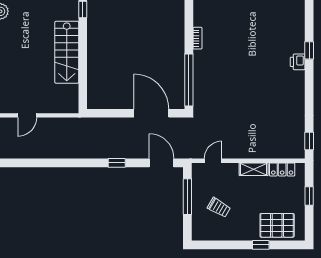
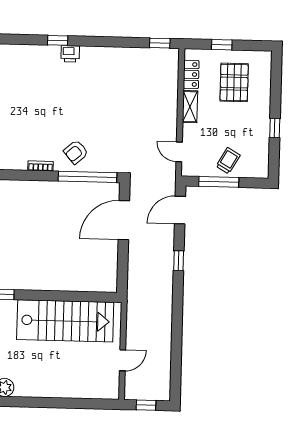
stairs: (67, 52) -> (65, 321), width x1.36, depth x1.51
armchair: (211, 69) -> (76, 152), added
door: (27, 115) -> (123, 360), hinge flipped
trolley: (219, 207) -> (228, 161), moved
pallet: (277, 225) -> (234, 82), moved
window: (261, 245) -> (275, 128), moved

